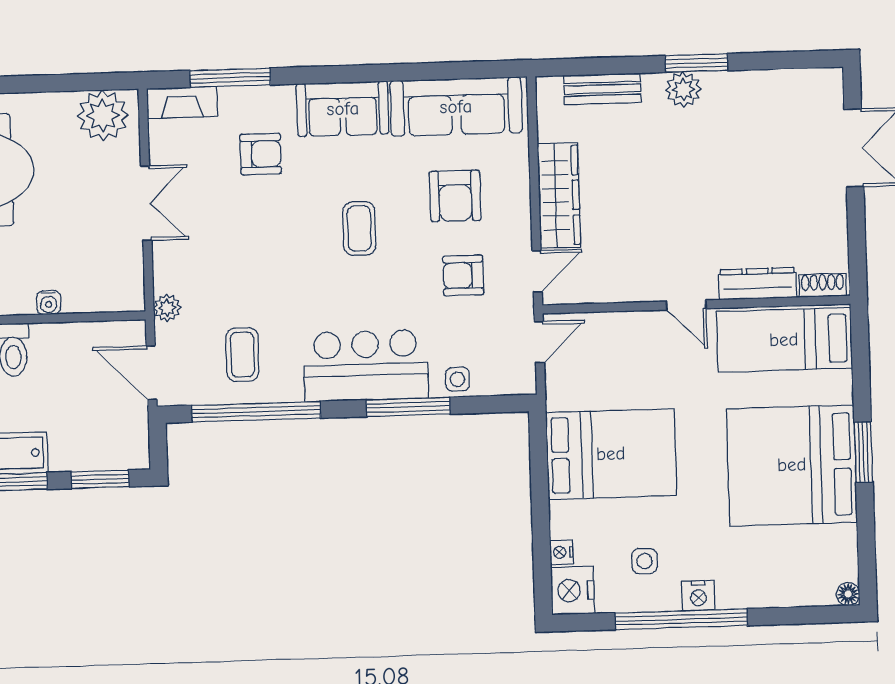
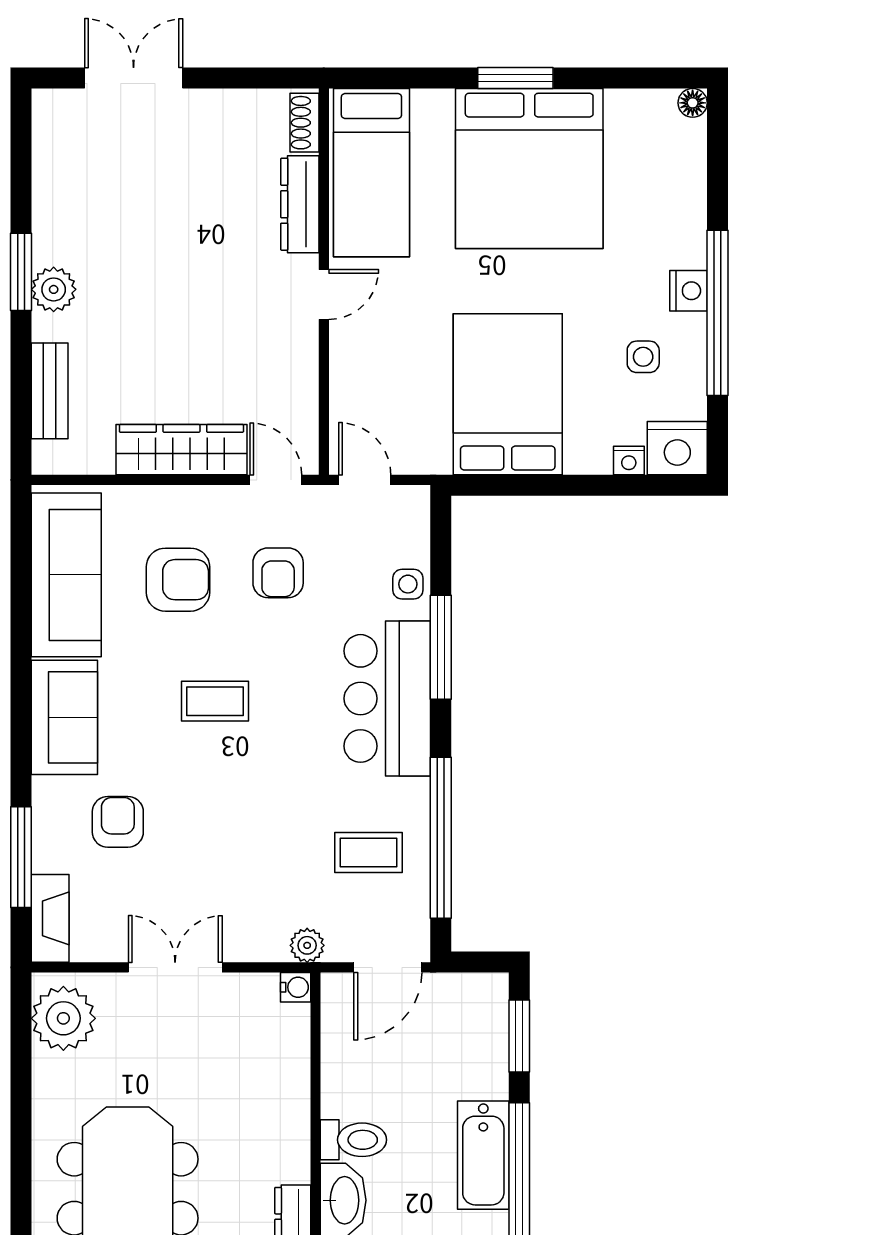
water cooler: (49, 303) -> (296, 987), moved

